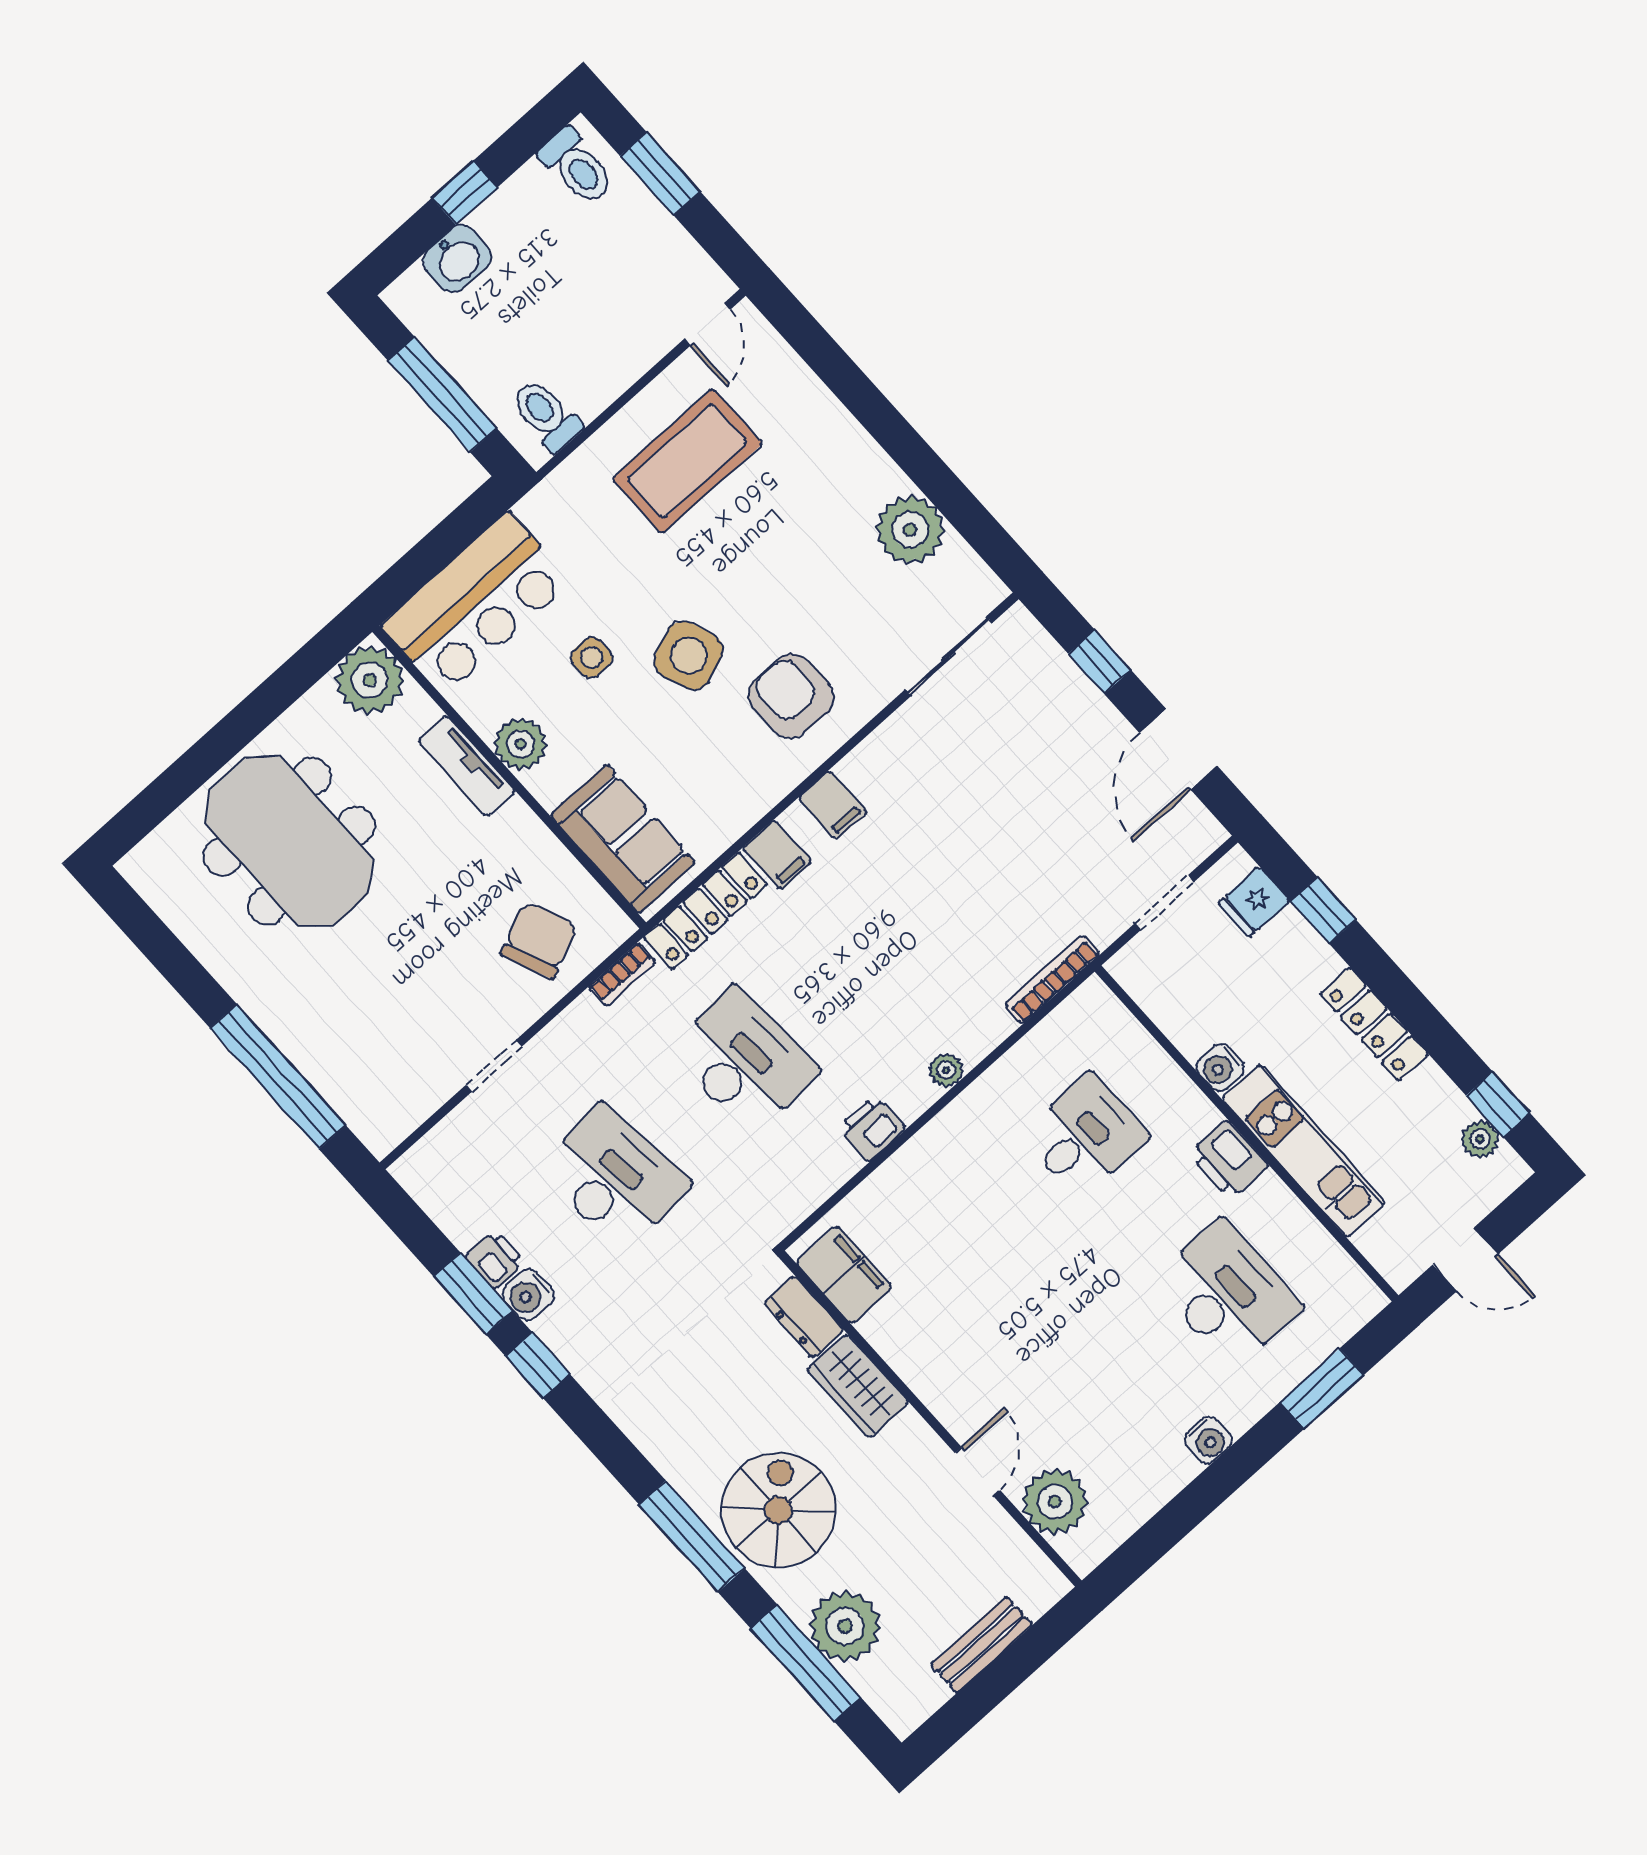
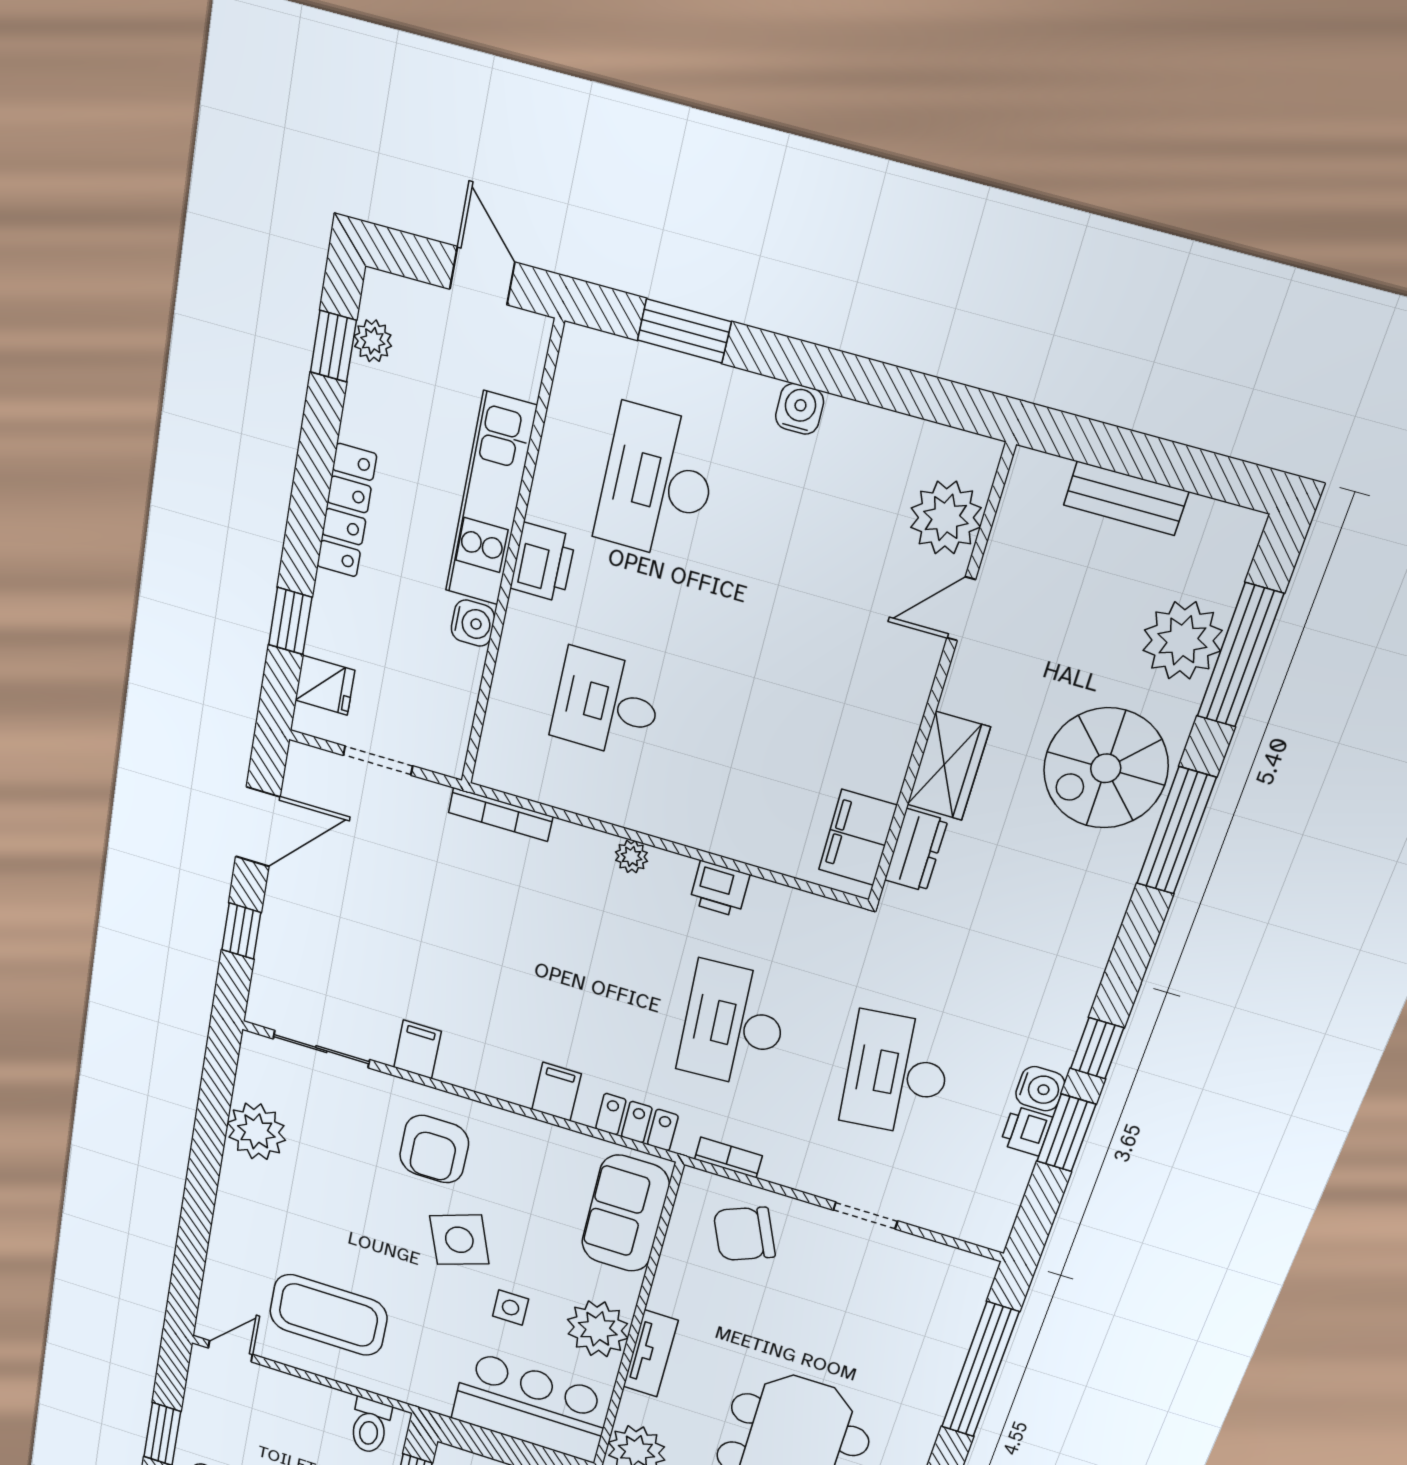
plant: (521, 744) -> (598, 1329), width x1.36, depth x1.36
filing cabinet: (833, 805) -> (418, 1049), moved
locker: (705, 911) -> (637, 1122), width x0.66

